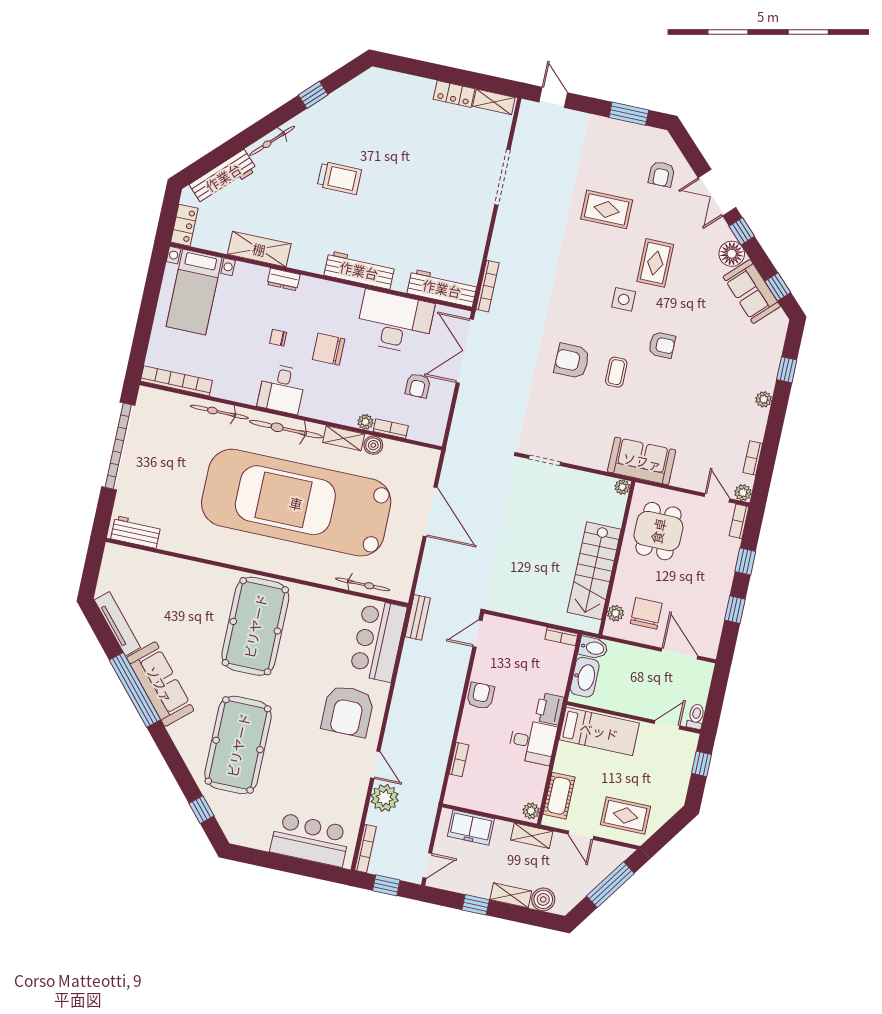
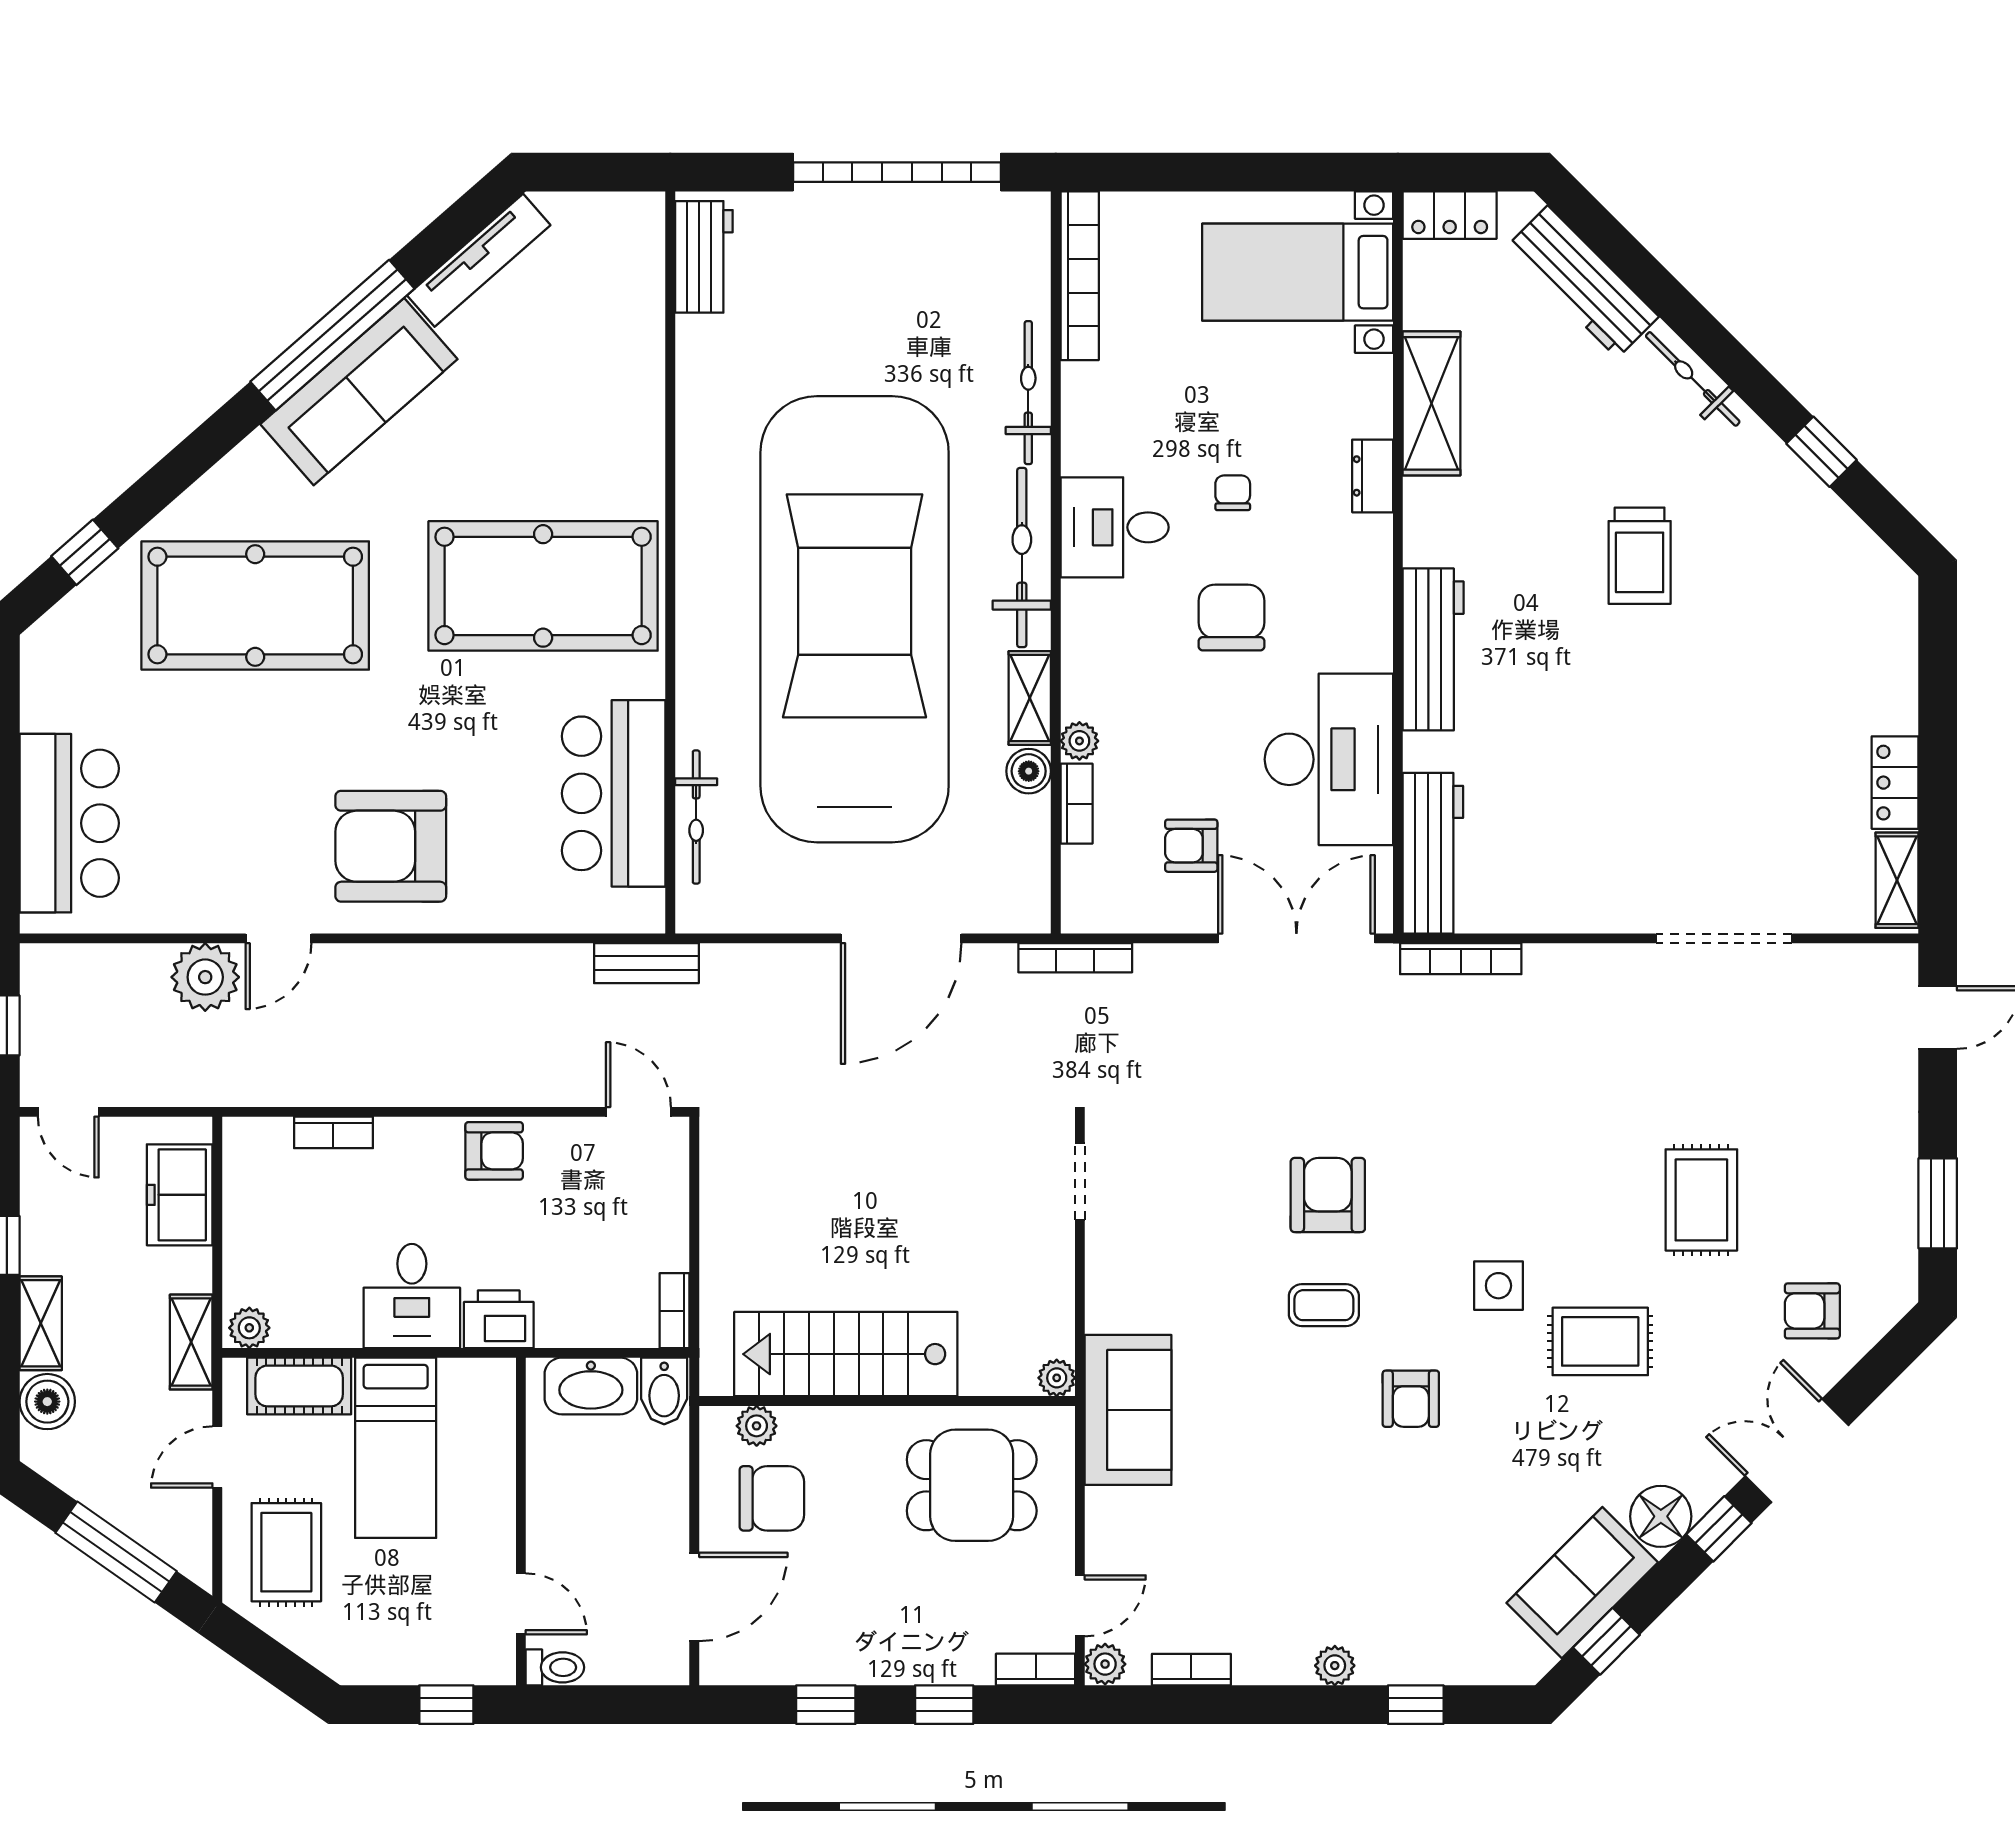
bar counter: (378, 640) -> (614, 793), moved, turned -90
bed: (599, 731) -> (396, 1448), moved
bookcase: (365, 849) -> (1075, 958), moved

